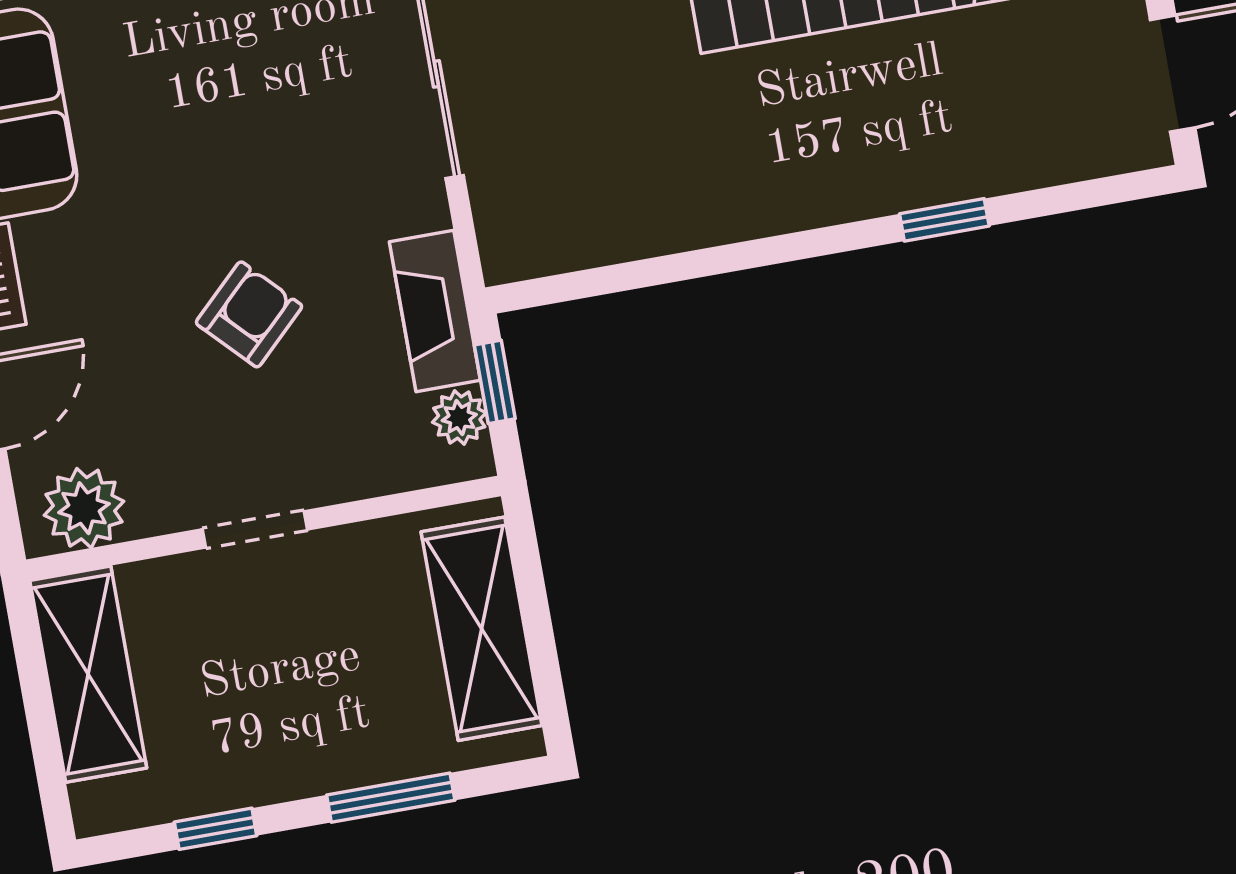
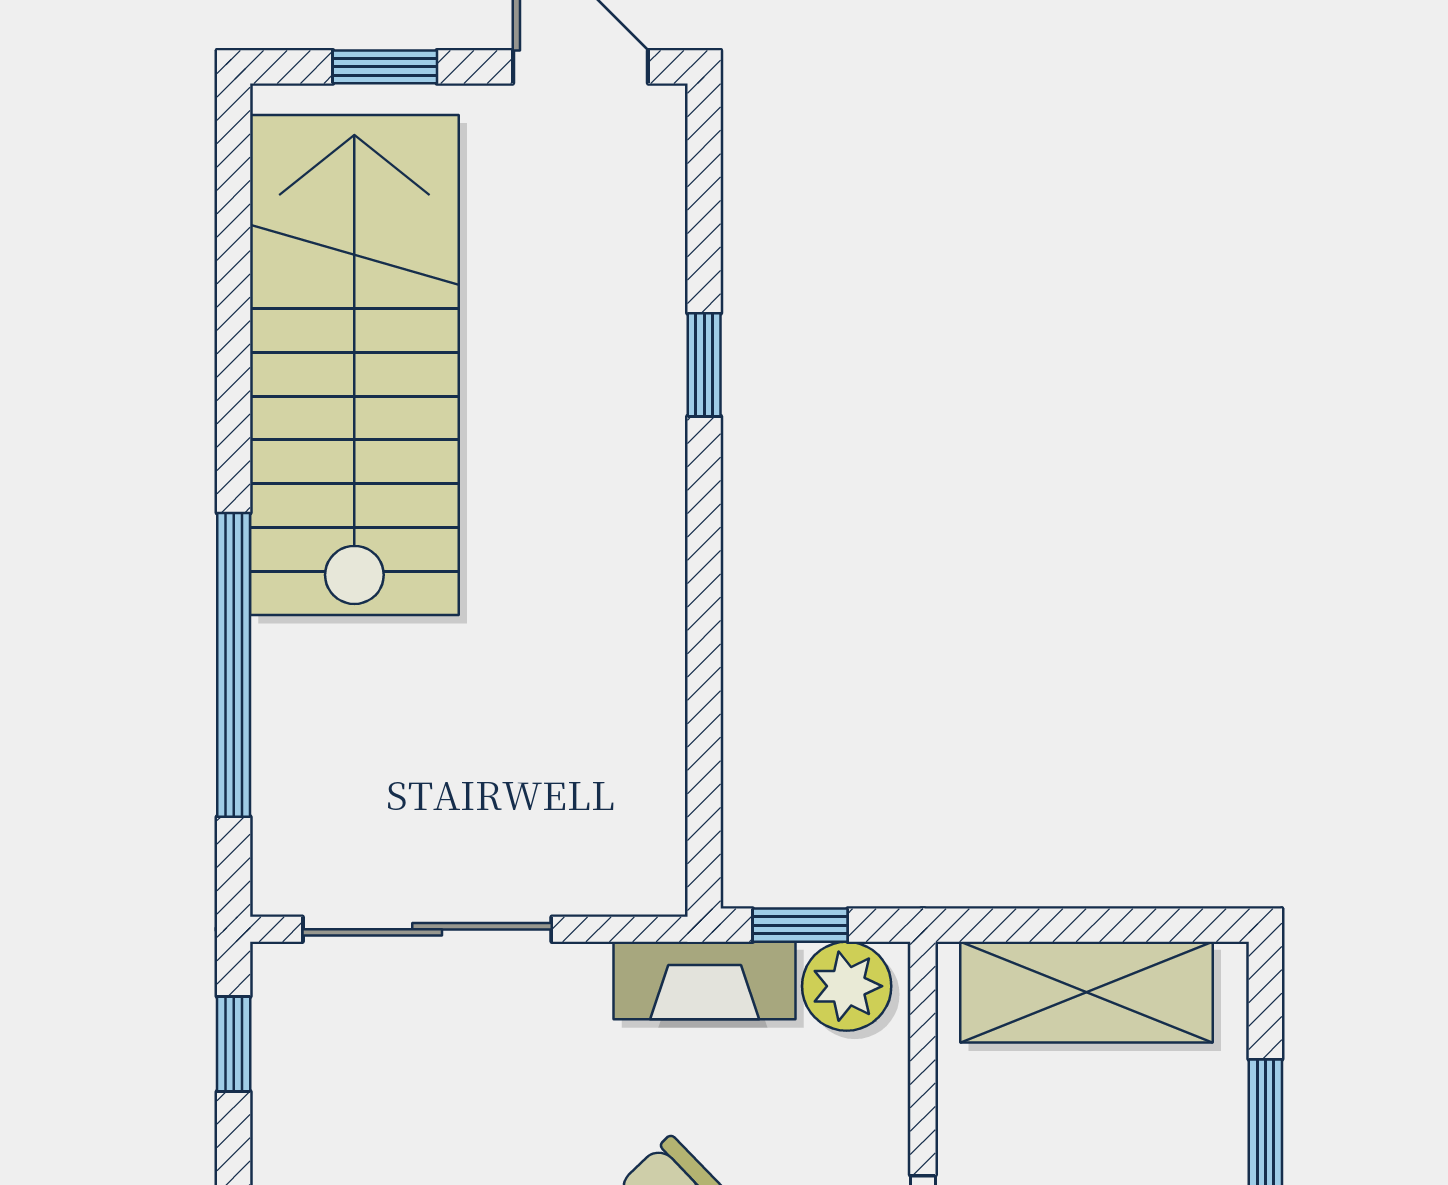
plant: (459, 418) -> (847, 986), width x1.38, depth x1.38

